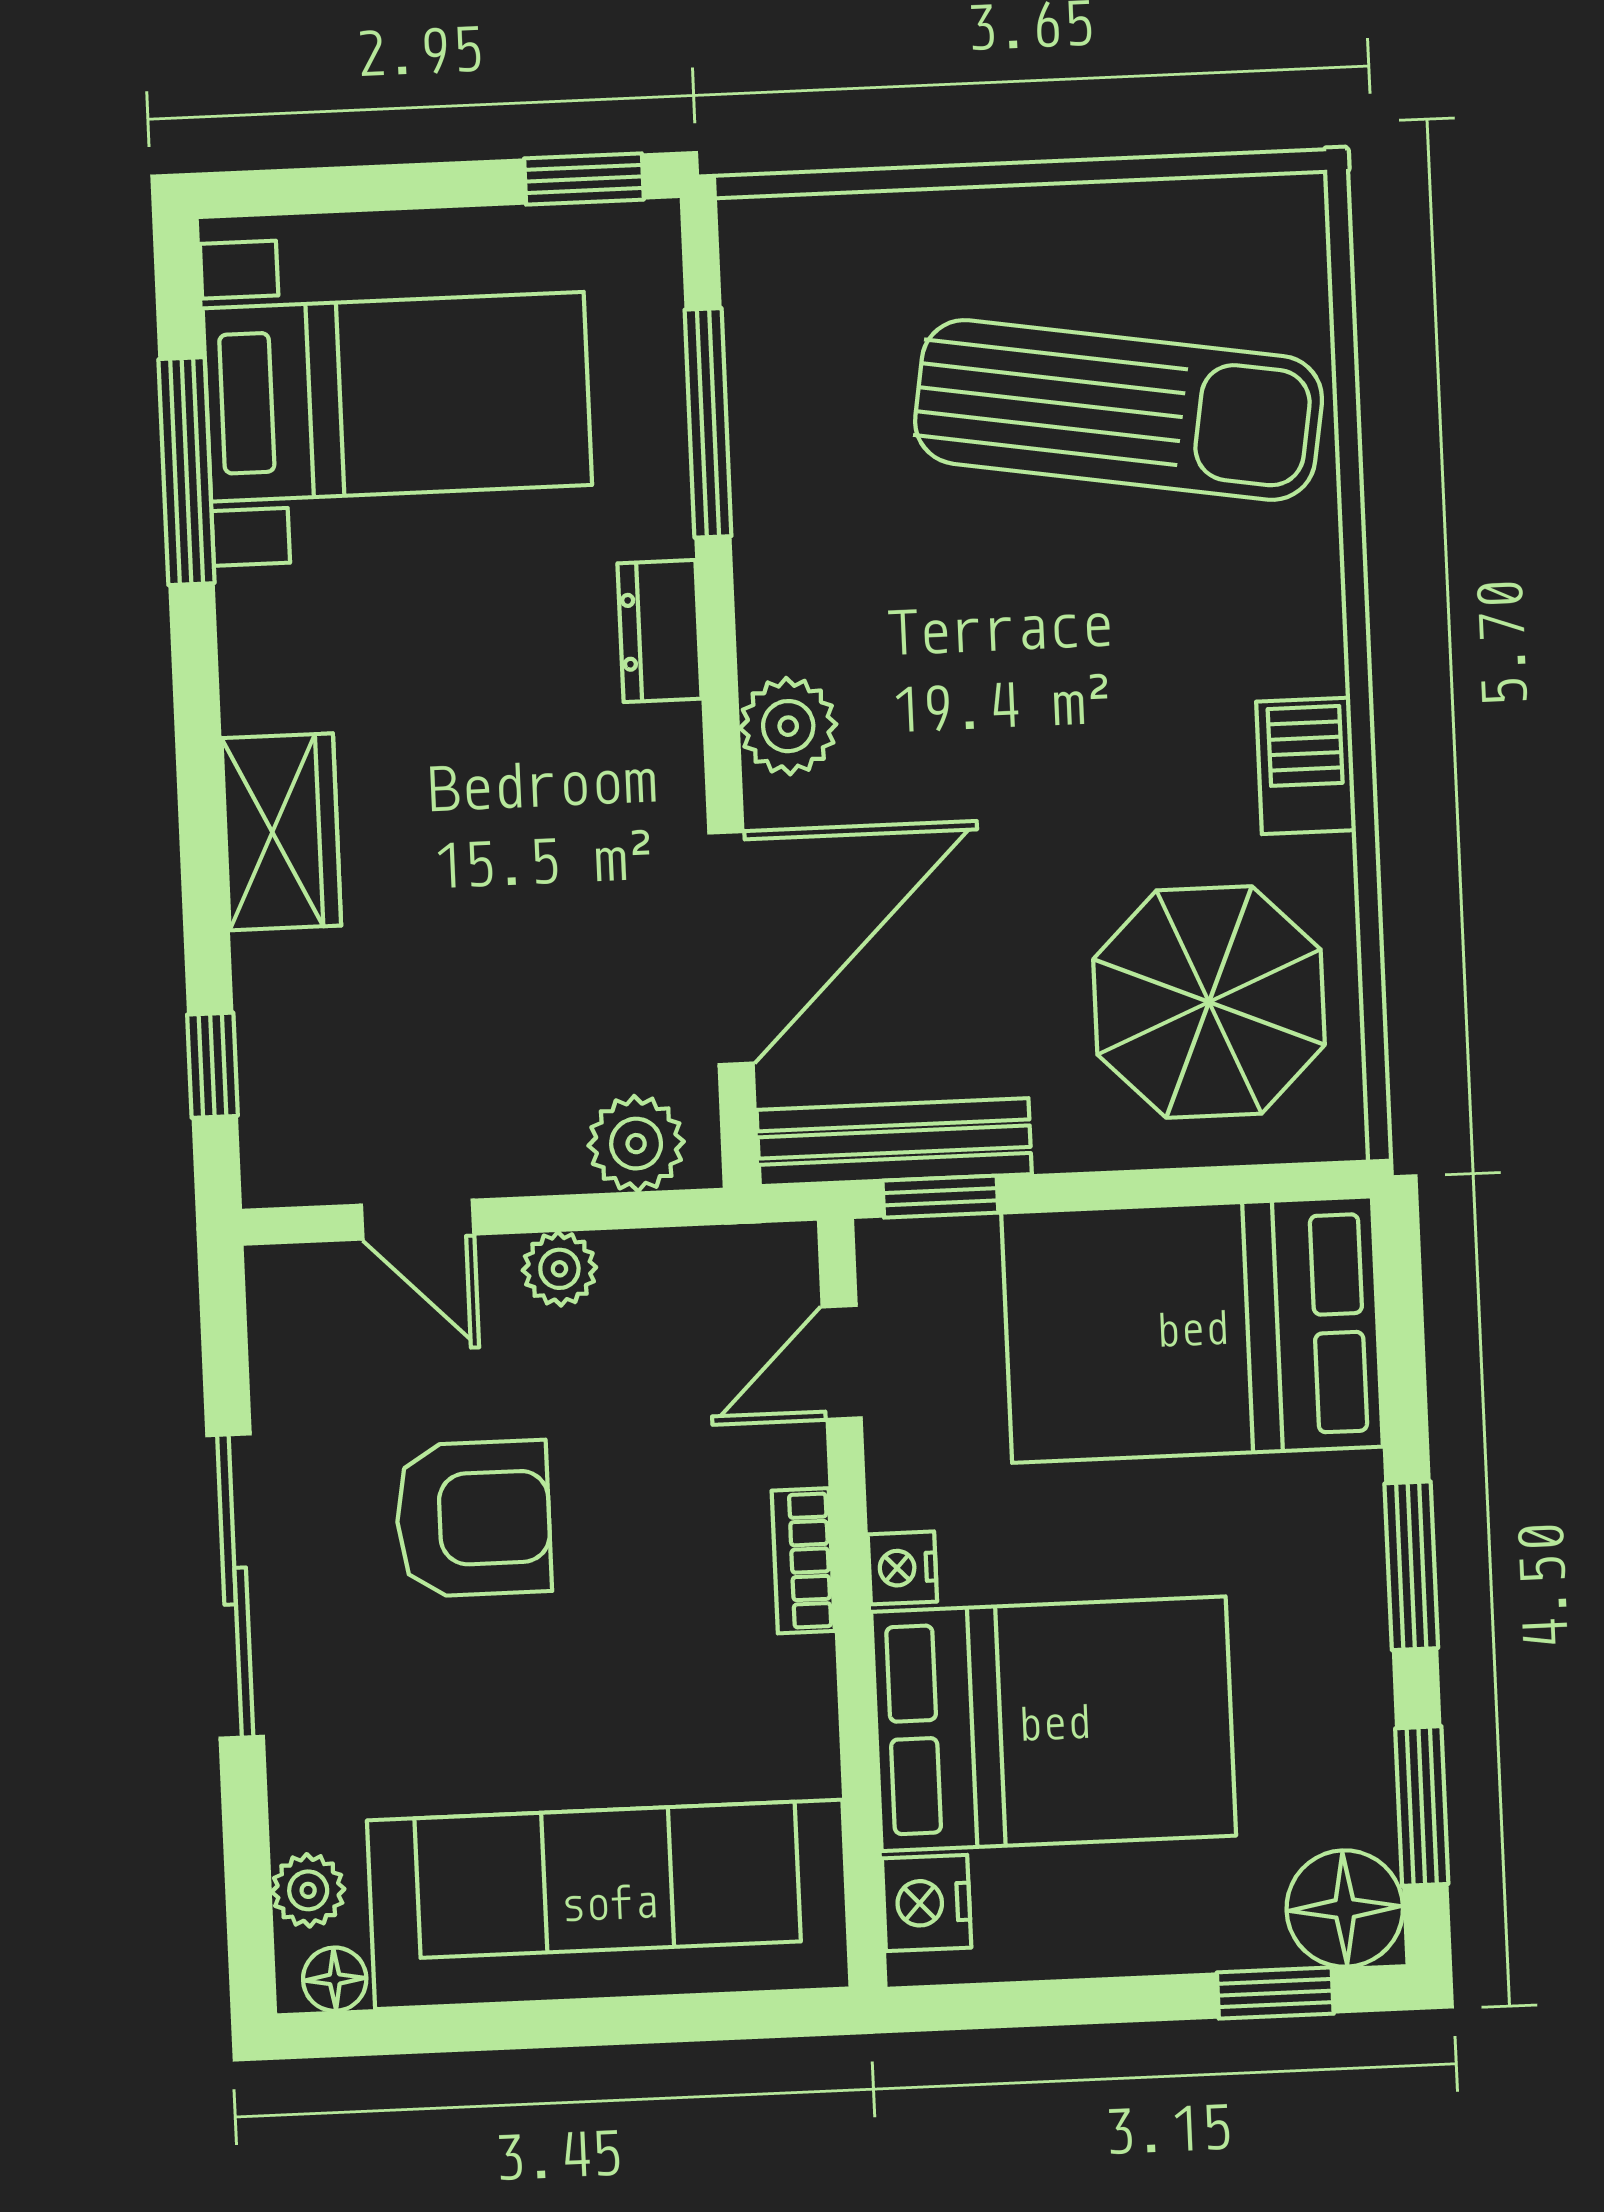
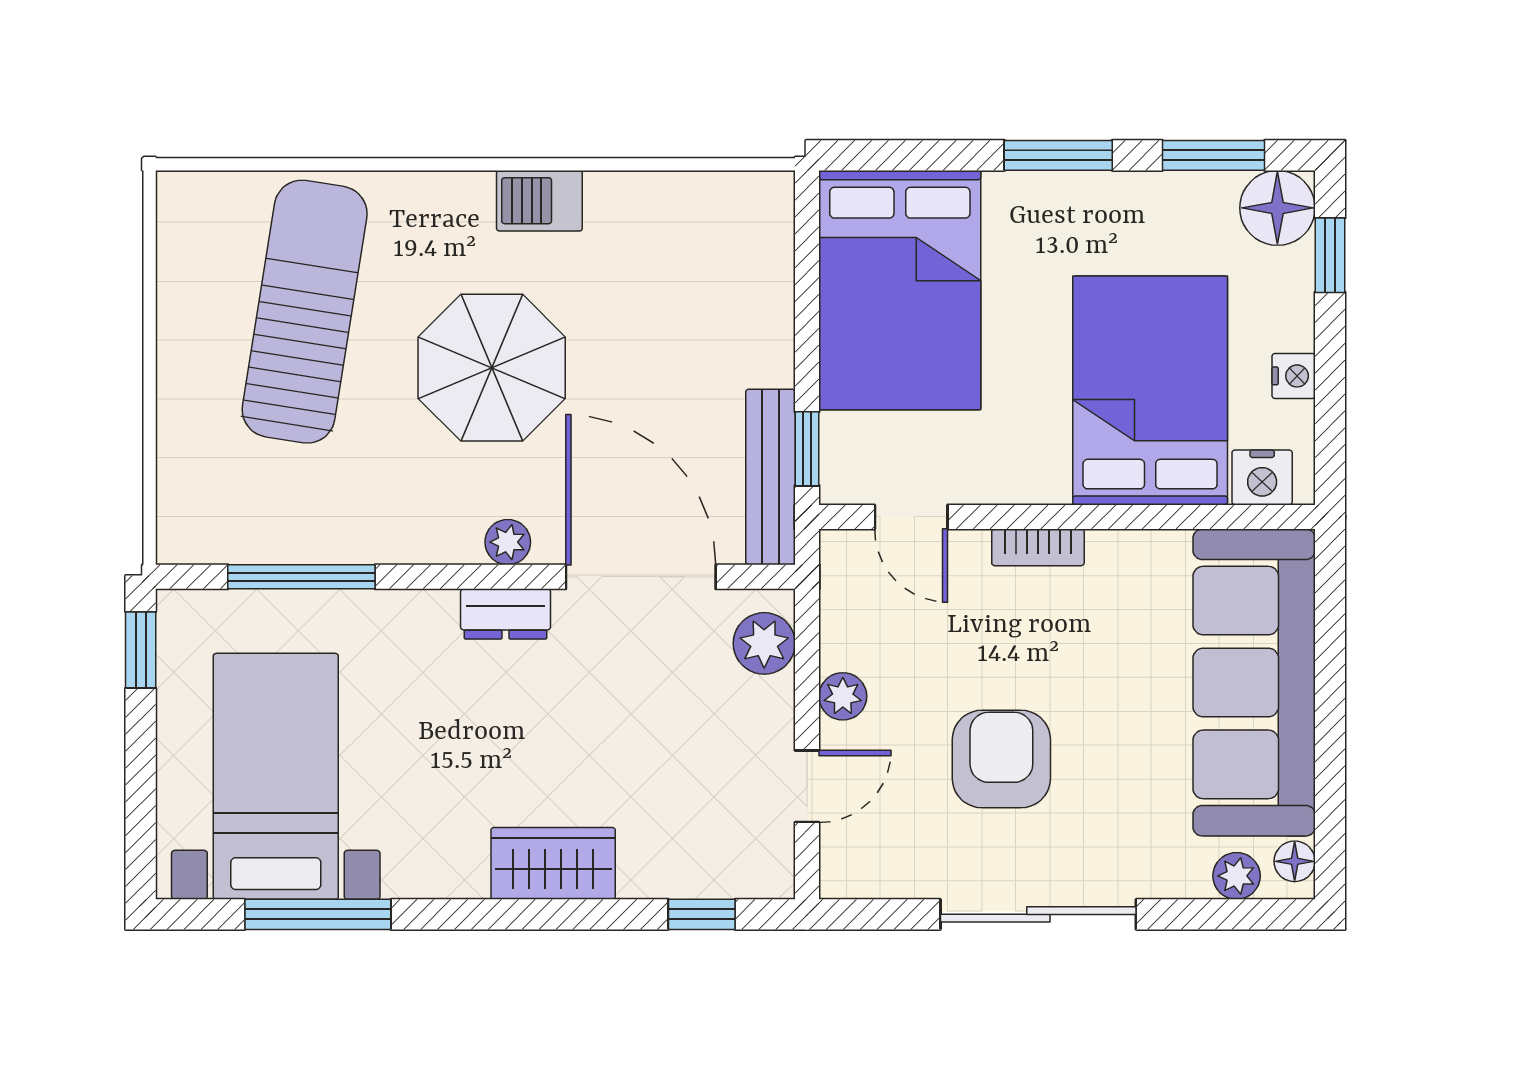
dresser: (659, 631) -> (506, 614), moved
plant: (788, 726) -> (508, 542), width x0.73, depth x0.73
parasol: (1209, 1002) -> (492, 368), moved
nightstand: (902, 1568) -> (1294, 376), moved, turned -90

